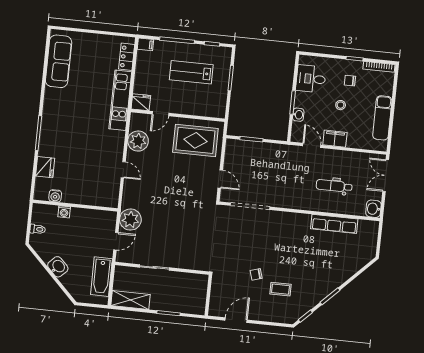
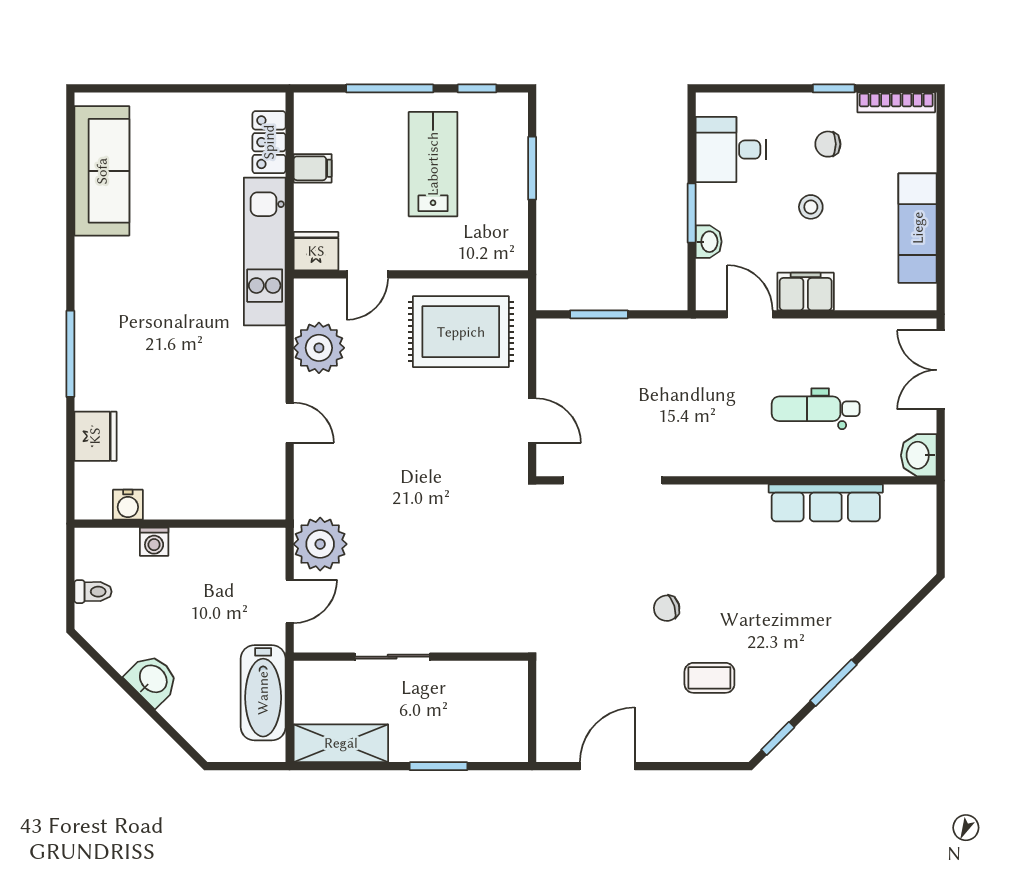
filing cabinet: (145, 44) -> (313, 168), moved
lab bench: (191, 72) -> (433, 164), turned 90
chair: (256, 274) -> (667, 608), moved

